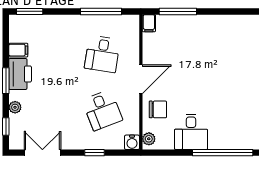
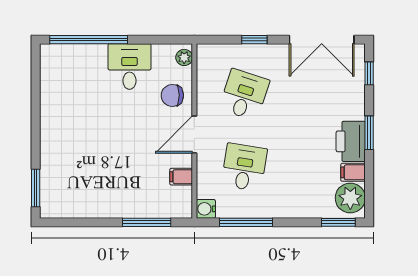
filing cabinet: (149, 23) -> (181, 177), moved, turned -90
plant: (15, 107) -> (350, 198), moved, width x1.88, depth x1.88
desk: (102, 110) -> (244, 95), turned 39
water cooler: (132, 142) -> (206, 209), moved, turned -90
double door: (42, 153) -> (322, 40), width x1.37

